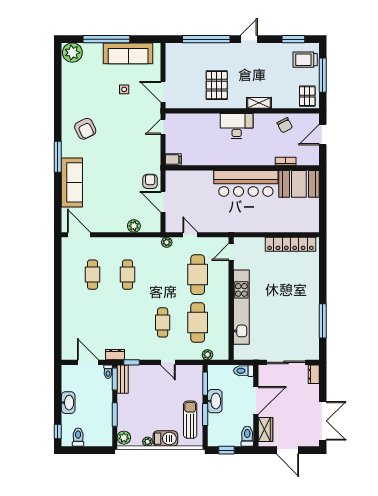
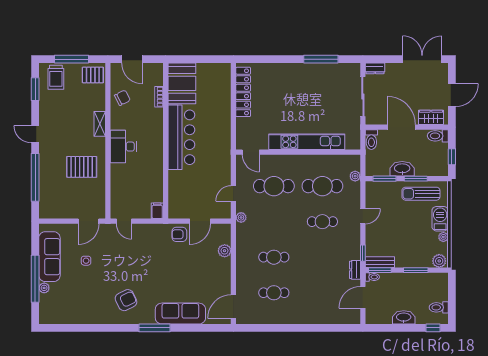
plant: (72, 53) -> (44, 288), moved, width x0.53, depth x0.53

